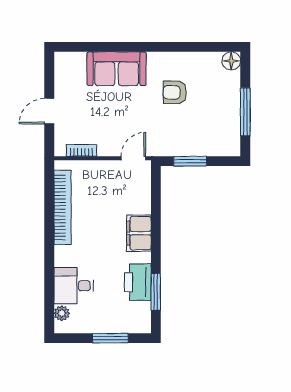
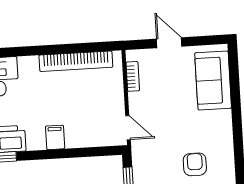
sofa: (117, 69) -> (213, 80), moved
filing cabinet: (139, 233) -> (55, 137), width x0.50

